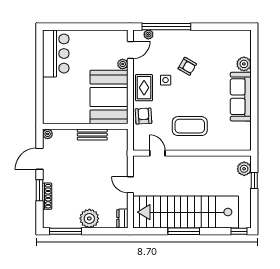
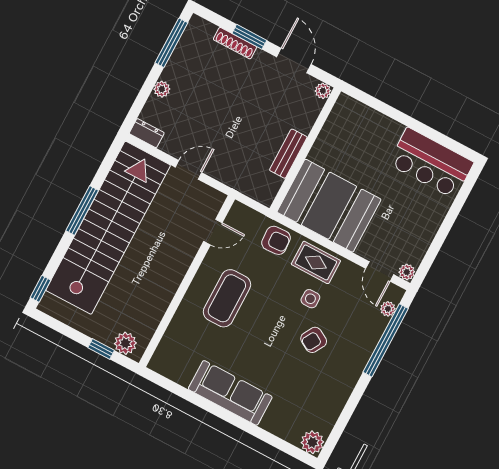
plant: (123, 64) -> (407, 272), moved
plant: (244, 64) -> (312, 442), moved
plant: (89, 218) -> (162, 89), width x0.53, depth x0.53

